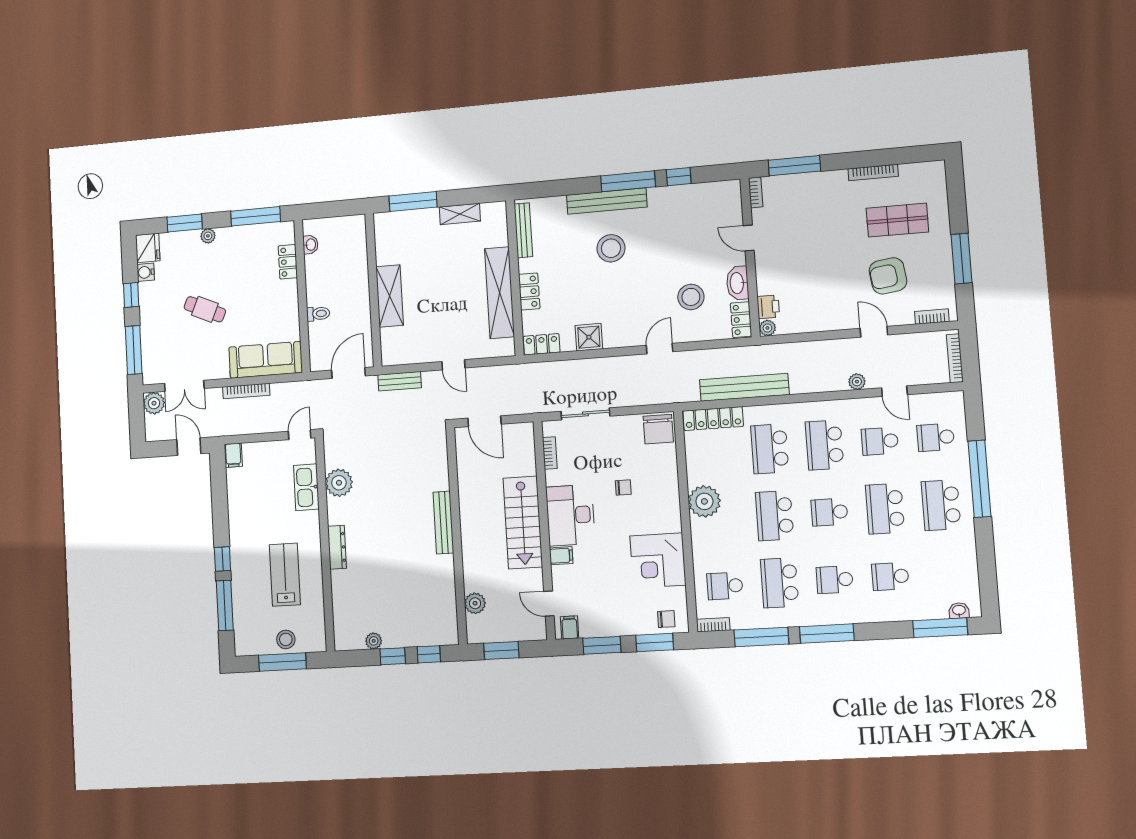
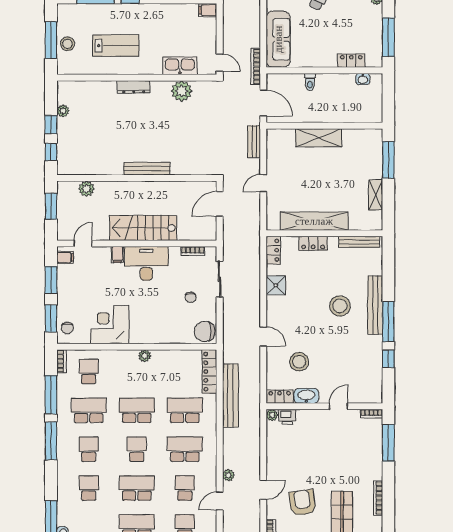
bookcase: (246, 391) -> (256, 67), moved
chair: (623, 488) -> (191, 297), moved
plant: (704, 501) -> (145, 356), width x0.53, depth x0.53

